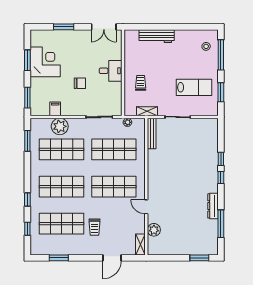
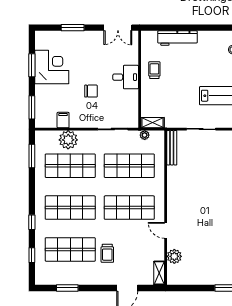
trolley: (141, 83) -> (154, 70), moved
shelving: (147, 111) -> (153, 123), moved

